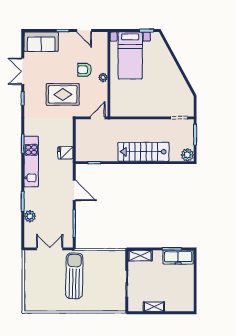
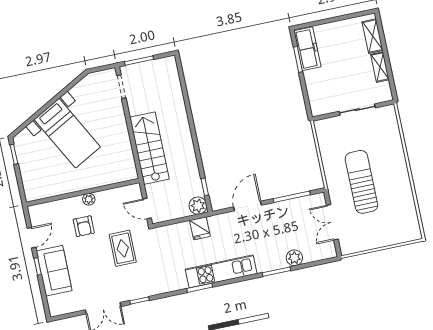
sofa: (41, 42) -> (54, 271), moved
bed with nightstands: (130, 55) -> (67, 133), moved, turned 61
rug: (63, 94) -> (123, 248), width x0.73, depth x0.70
door: (98, 118) -> (147, 208), moved
stairs: (143, 152) -> (149, 148), moved, turned 180
plant: (187, 155) -> (198, 206), moved
shelving: (140, 256) -> (373, 36), moved
sun lounger: (74, 276) -> (361, 182), turned 89

